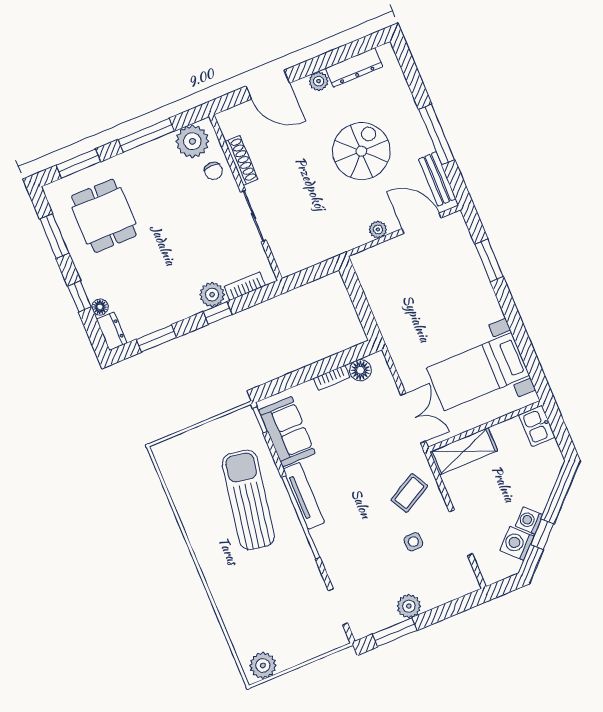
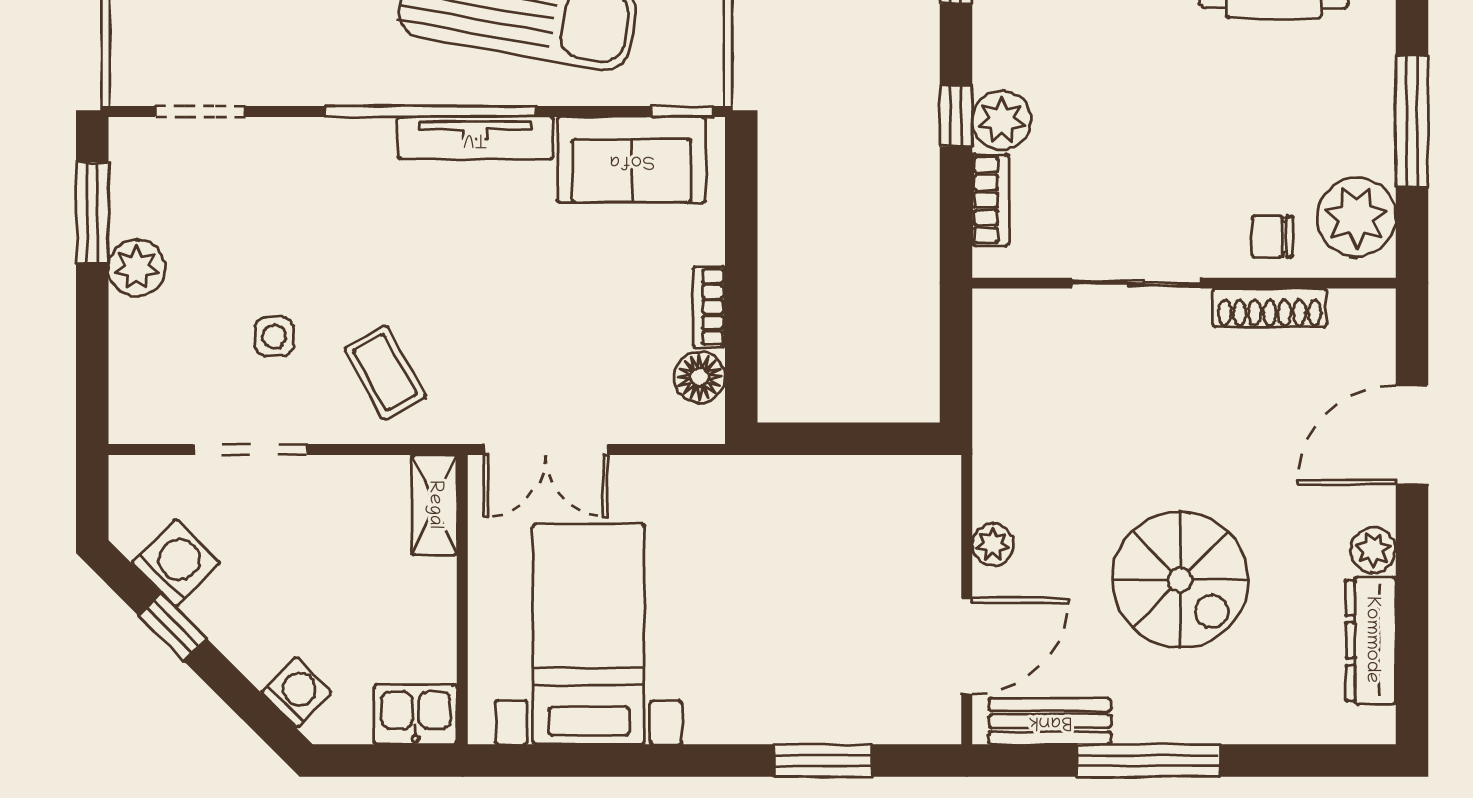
shelving: (464, 451) -> (434, 505), width x0.67, depth x0.75
washing machine: (529, 521) -> (297, 692), moved

